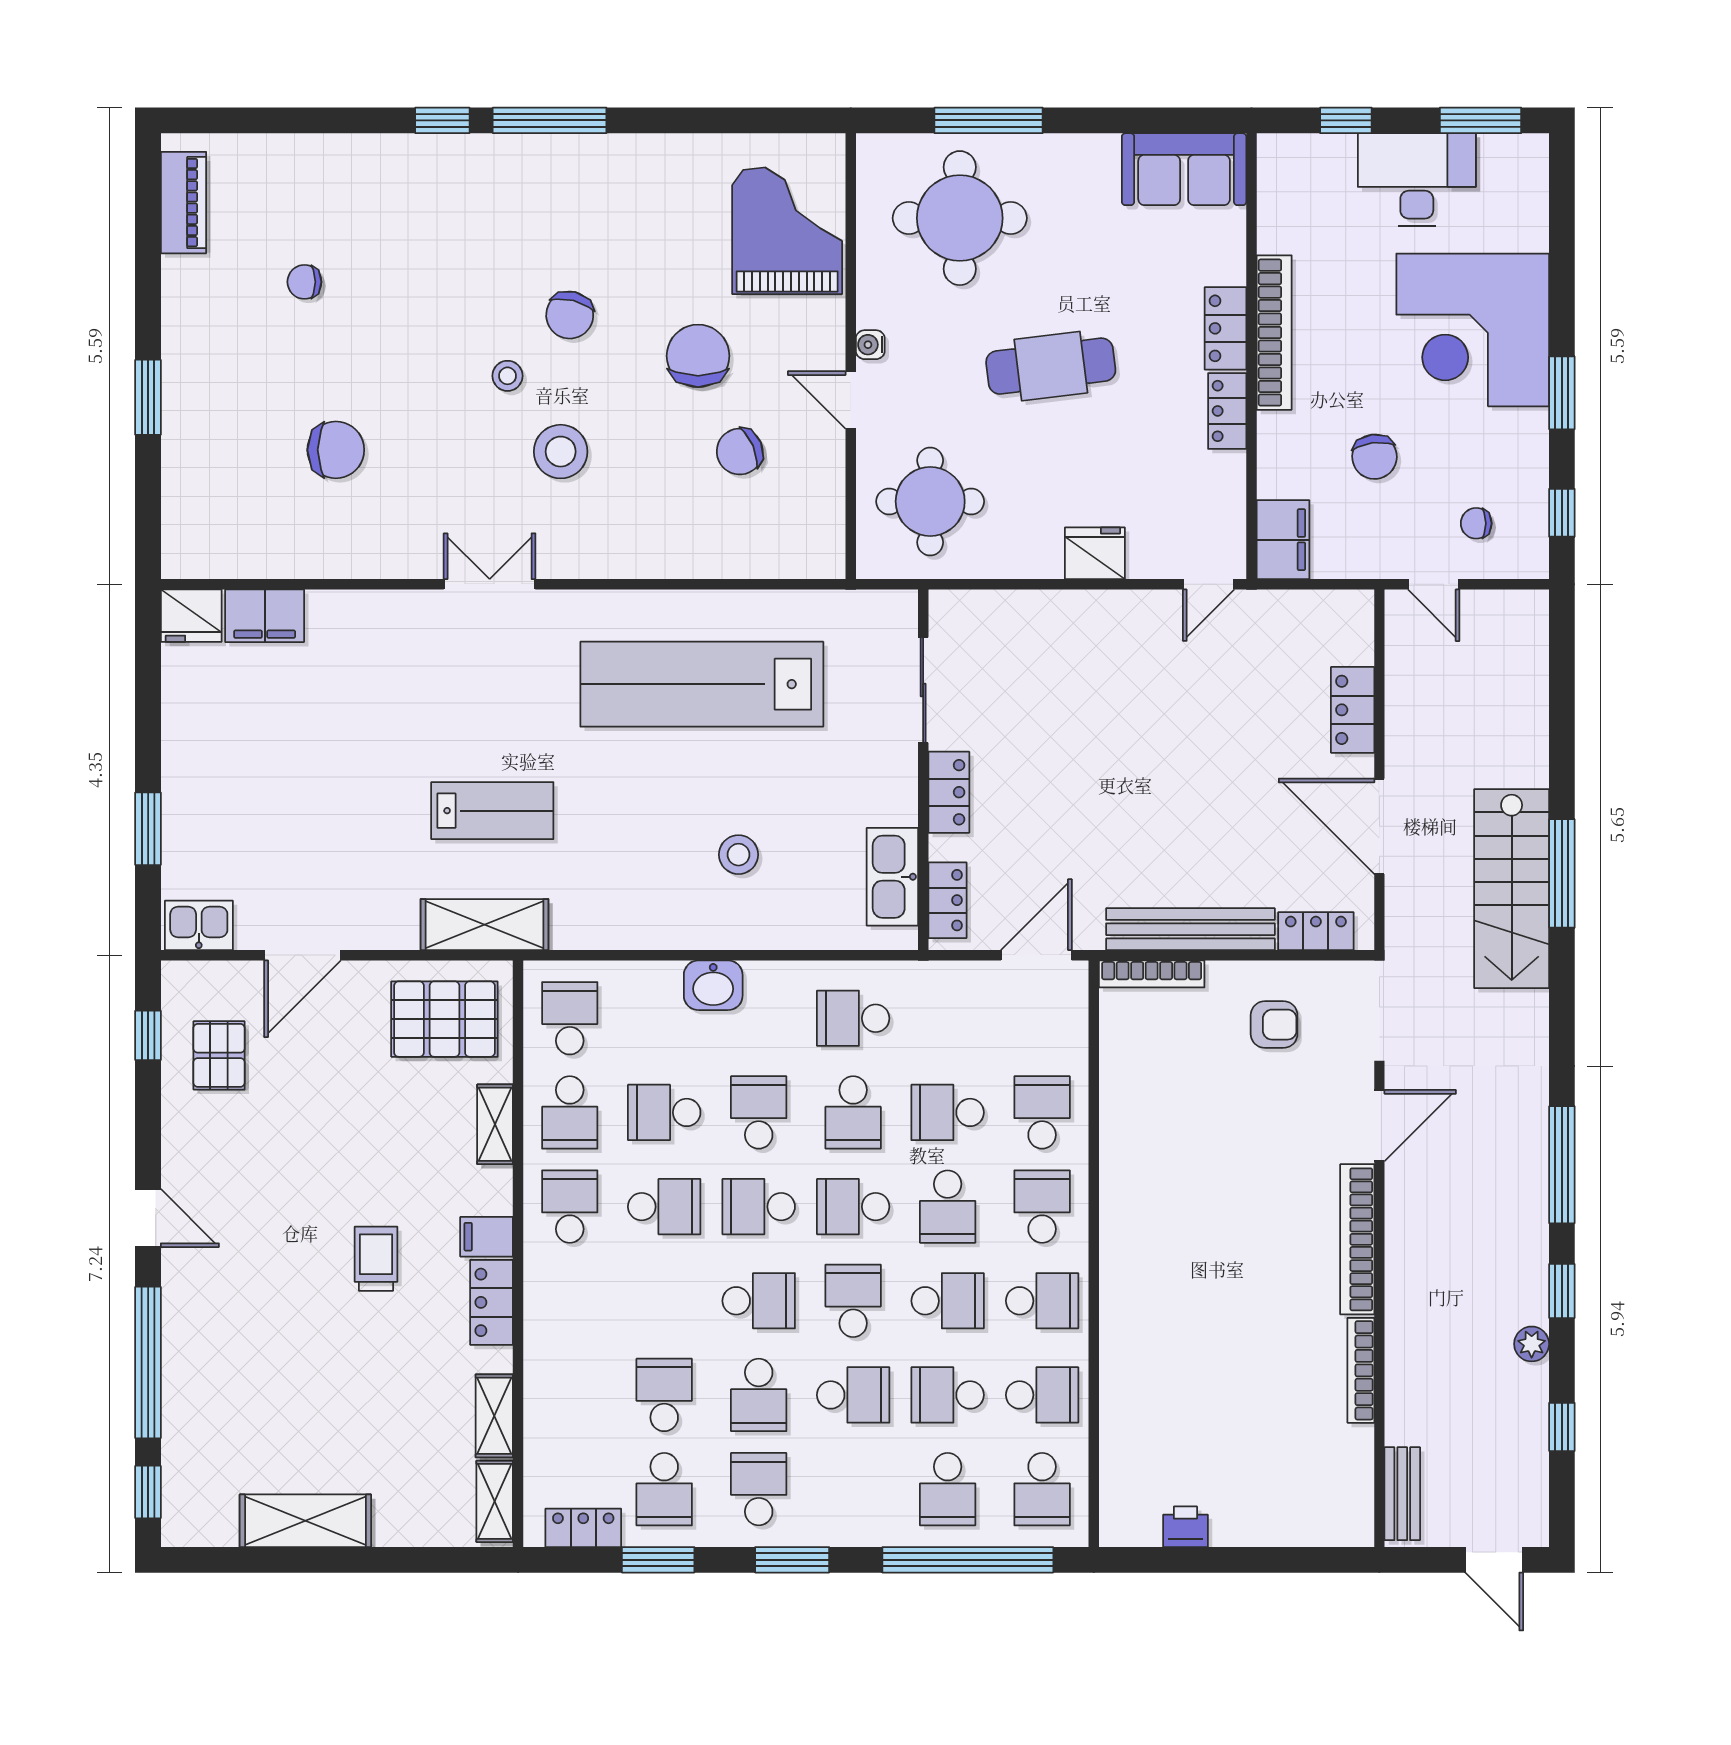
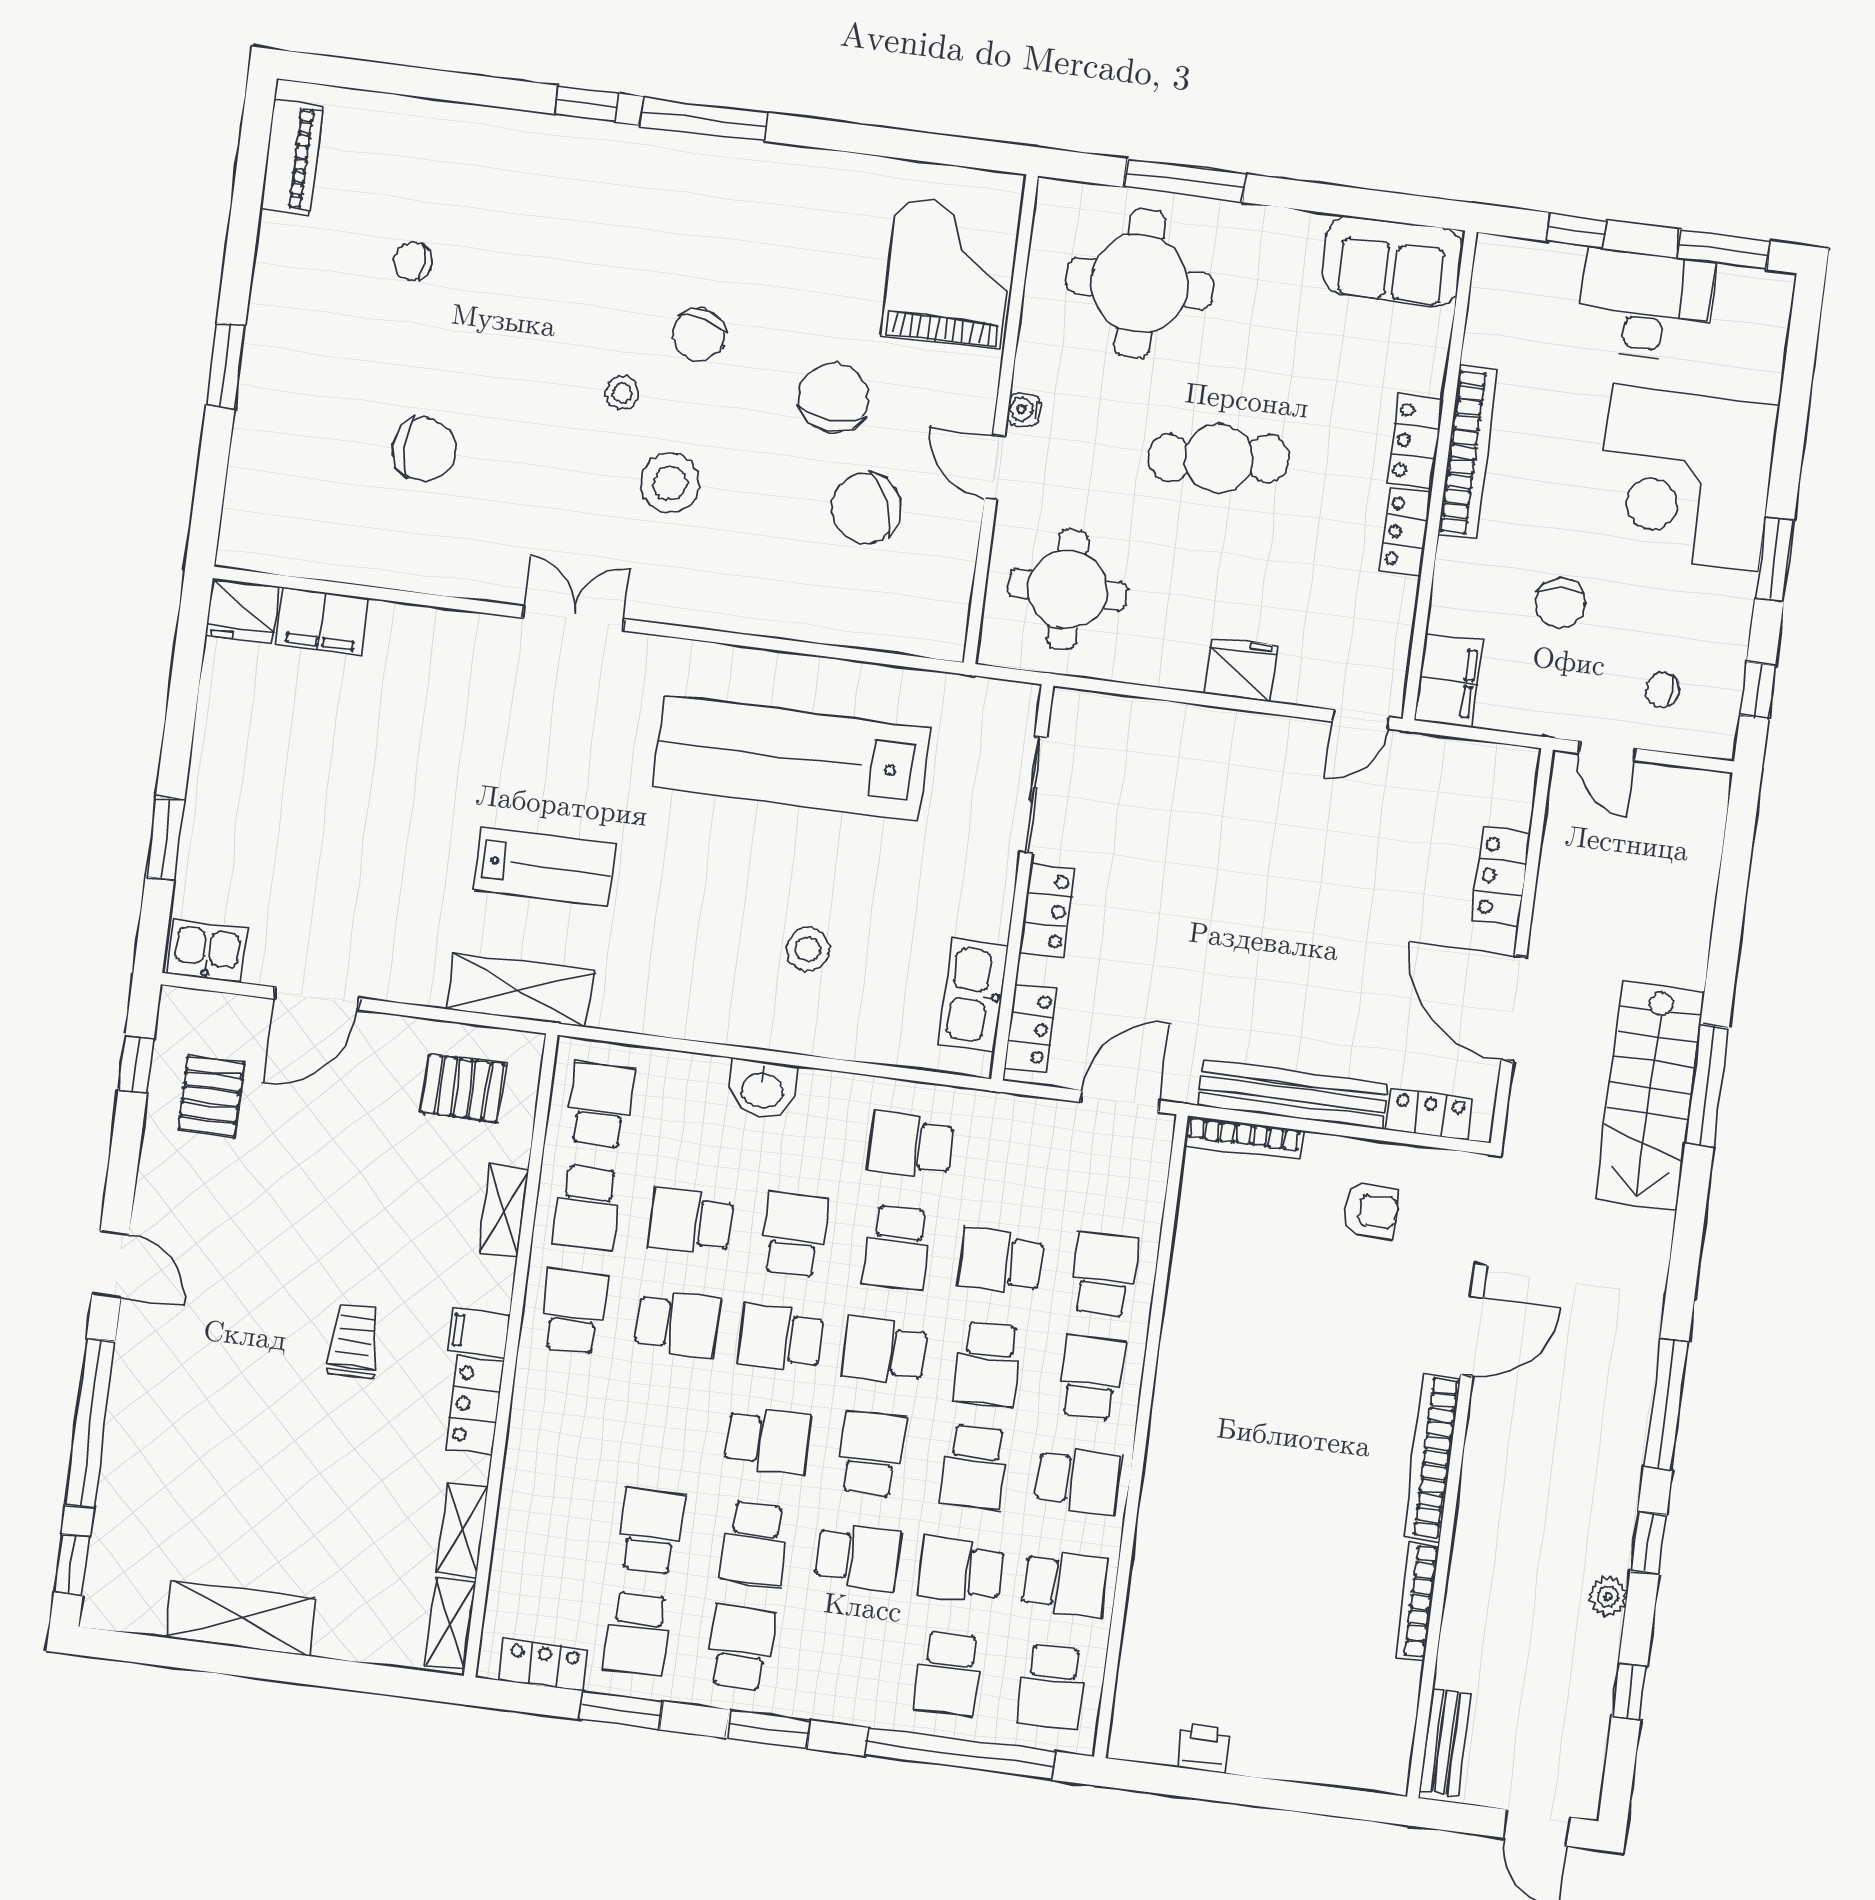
chair: (740, 451) -> (866, 508), width x1.37, depth x1.37
pallet: (444, 1019) -> (463, 1088), width x0.67, depth x0.71
school desk: (948, 1301) -> (974, 1467), turned 90

